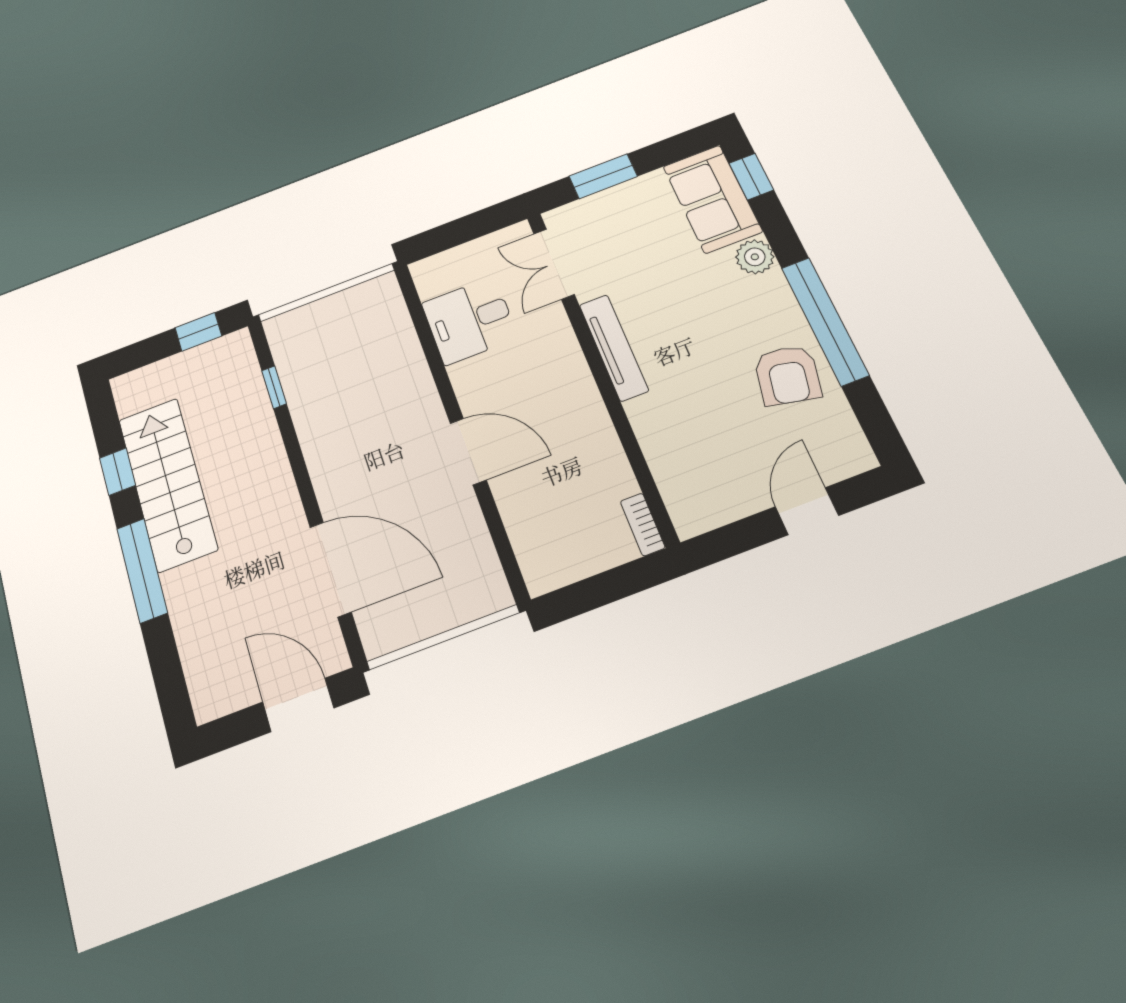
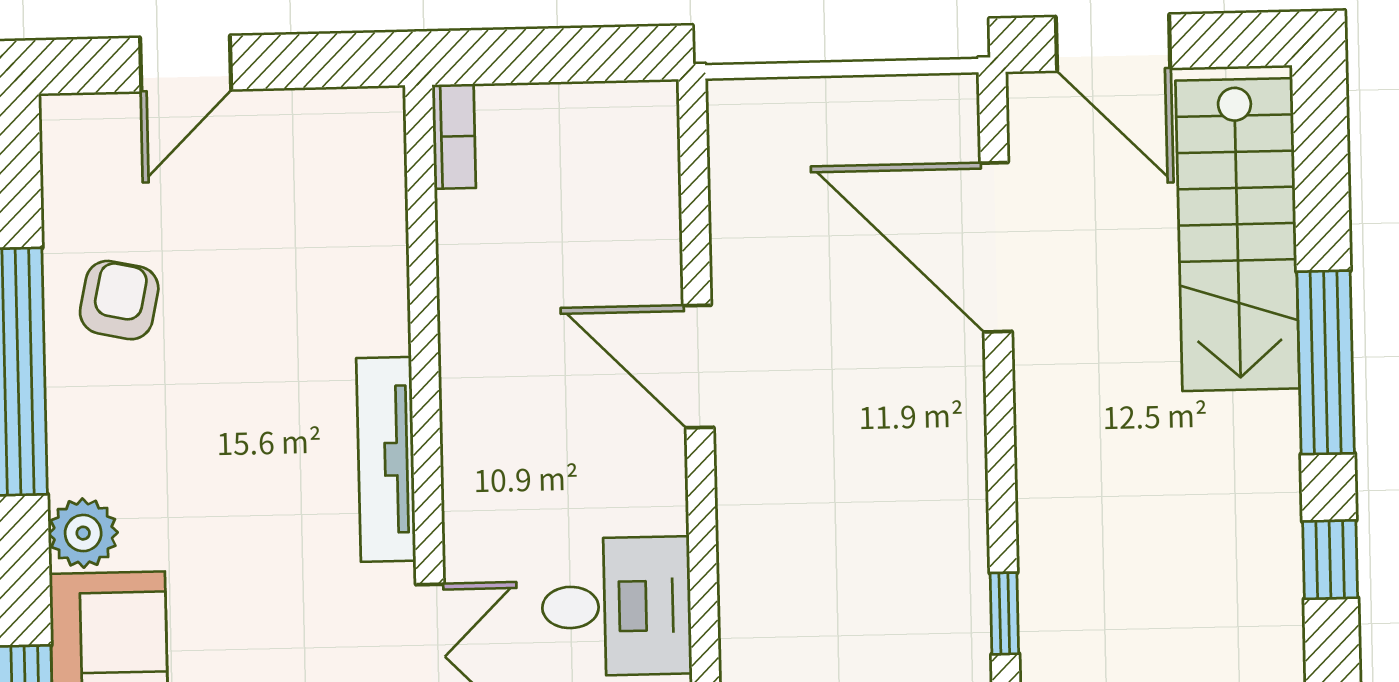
armchair: (788, 375) -> (119, 300), width x0.72, depth x0.72
stairs: (168, 484) -> (1237, 235), moved

